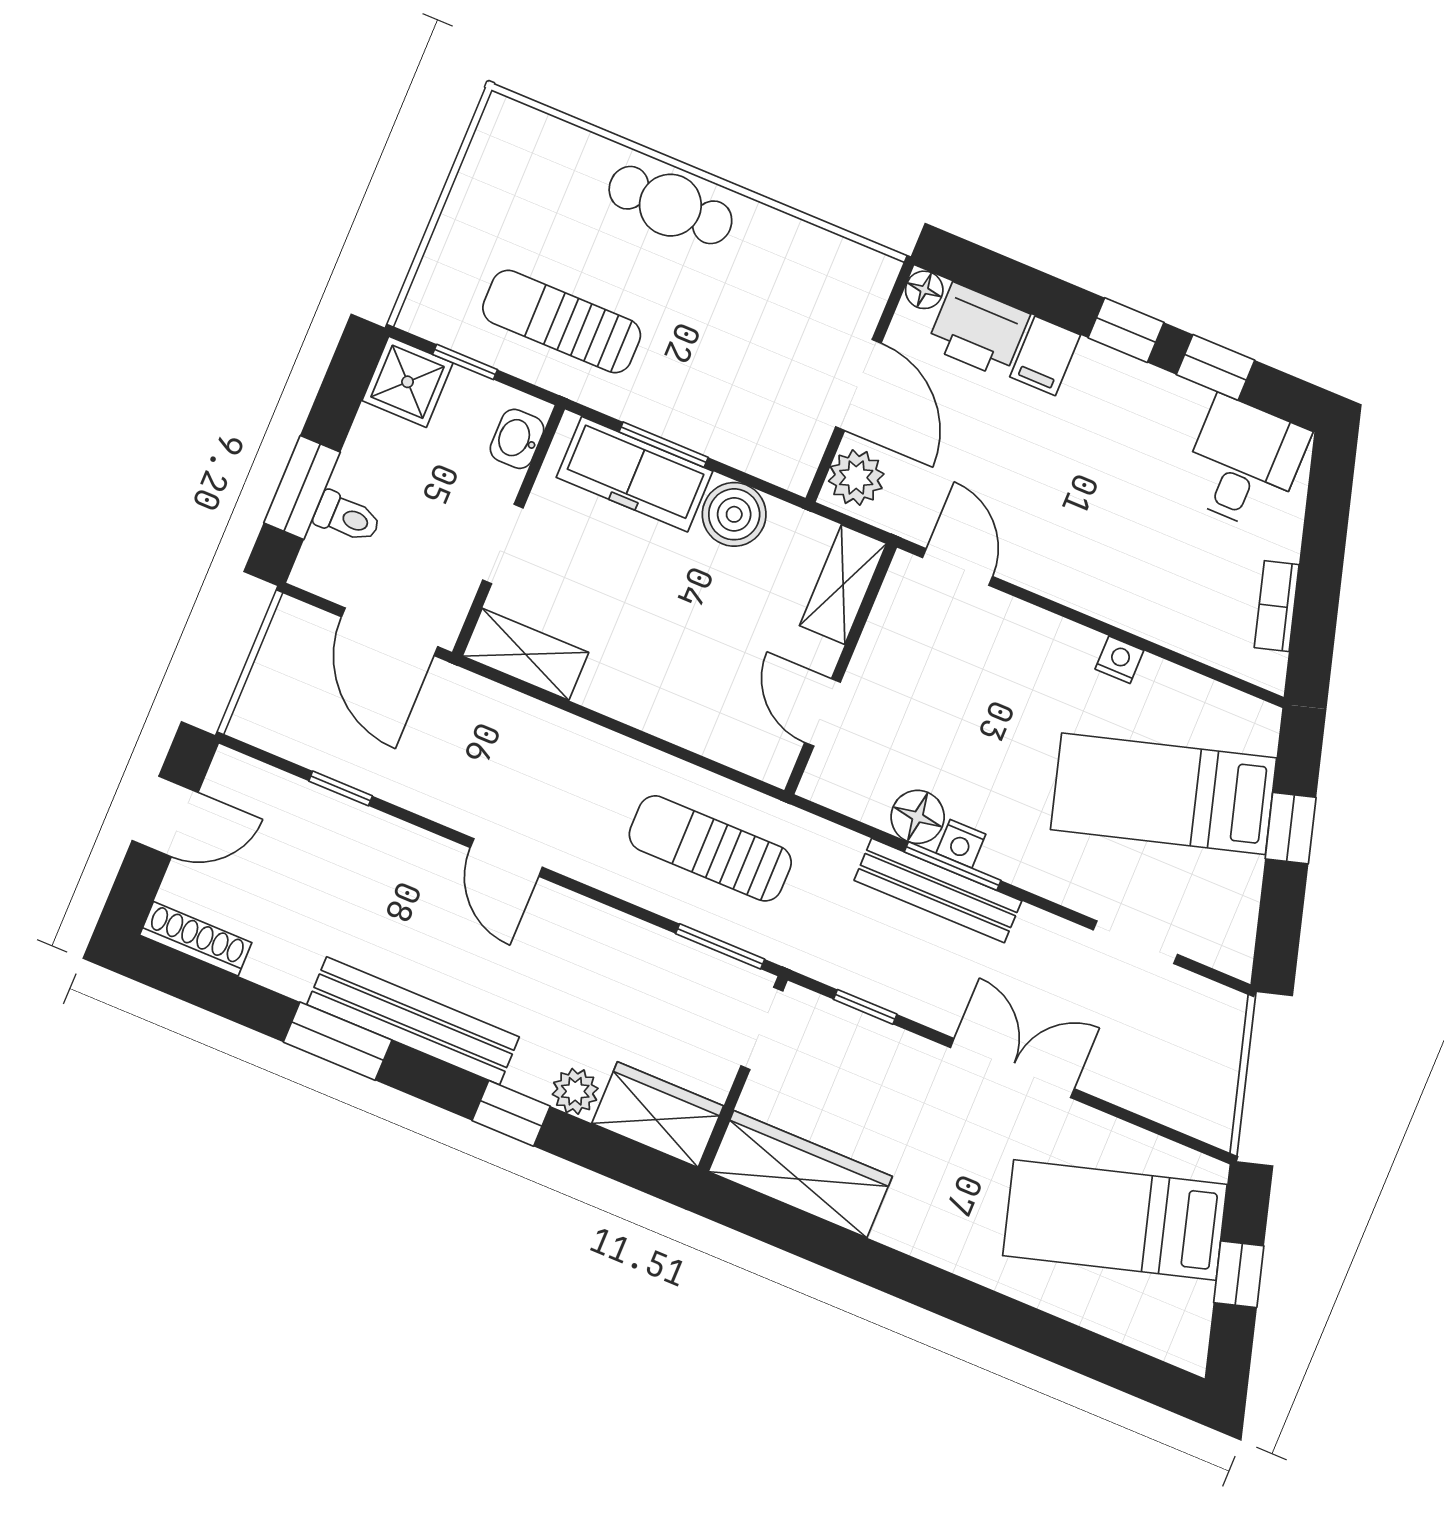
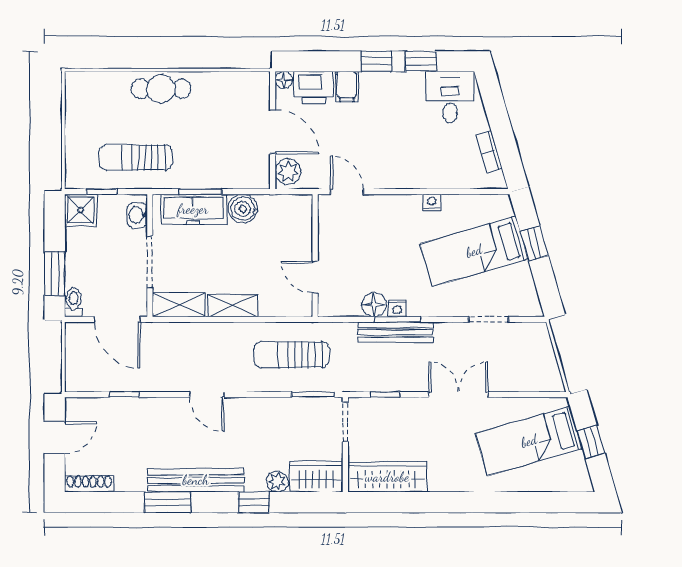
toilet: (347, 517) -> (74, 302), moved, turned -90
doorway: (503, 544) -> (150, 262), width x1.38
shelving: (843, 585) -> (233, 306), moved, turned 90

